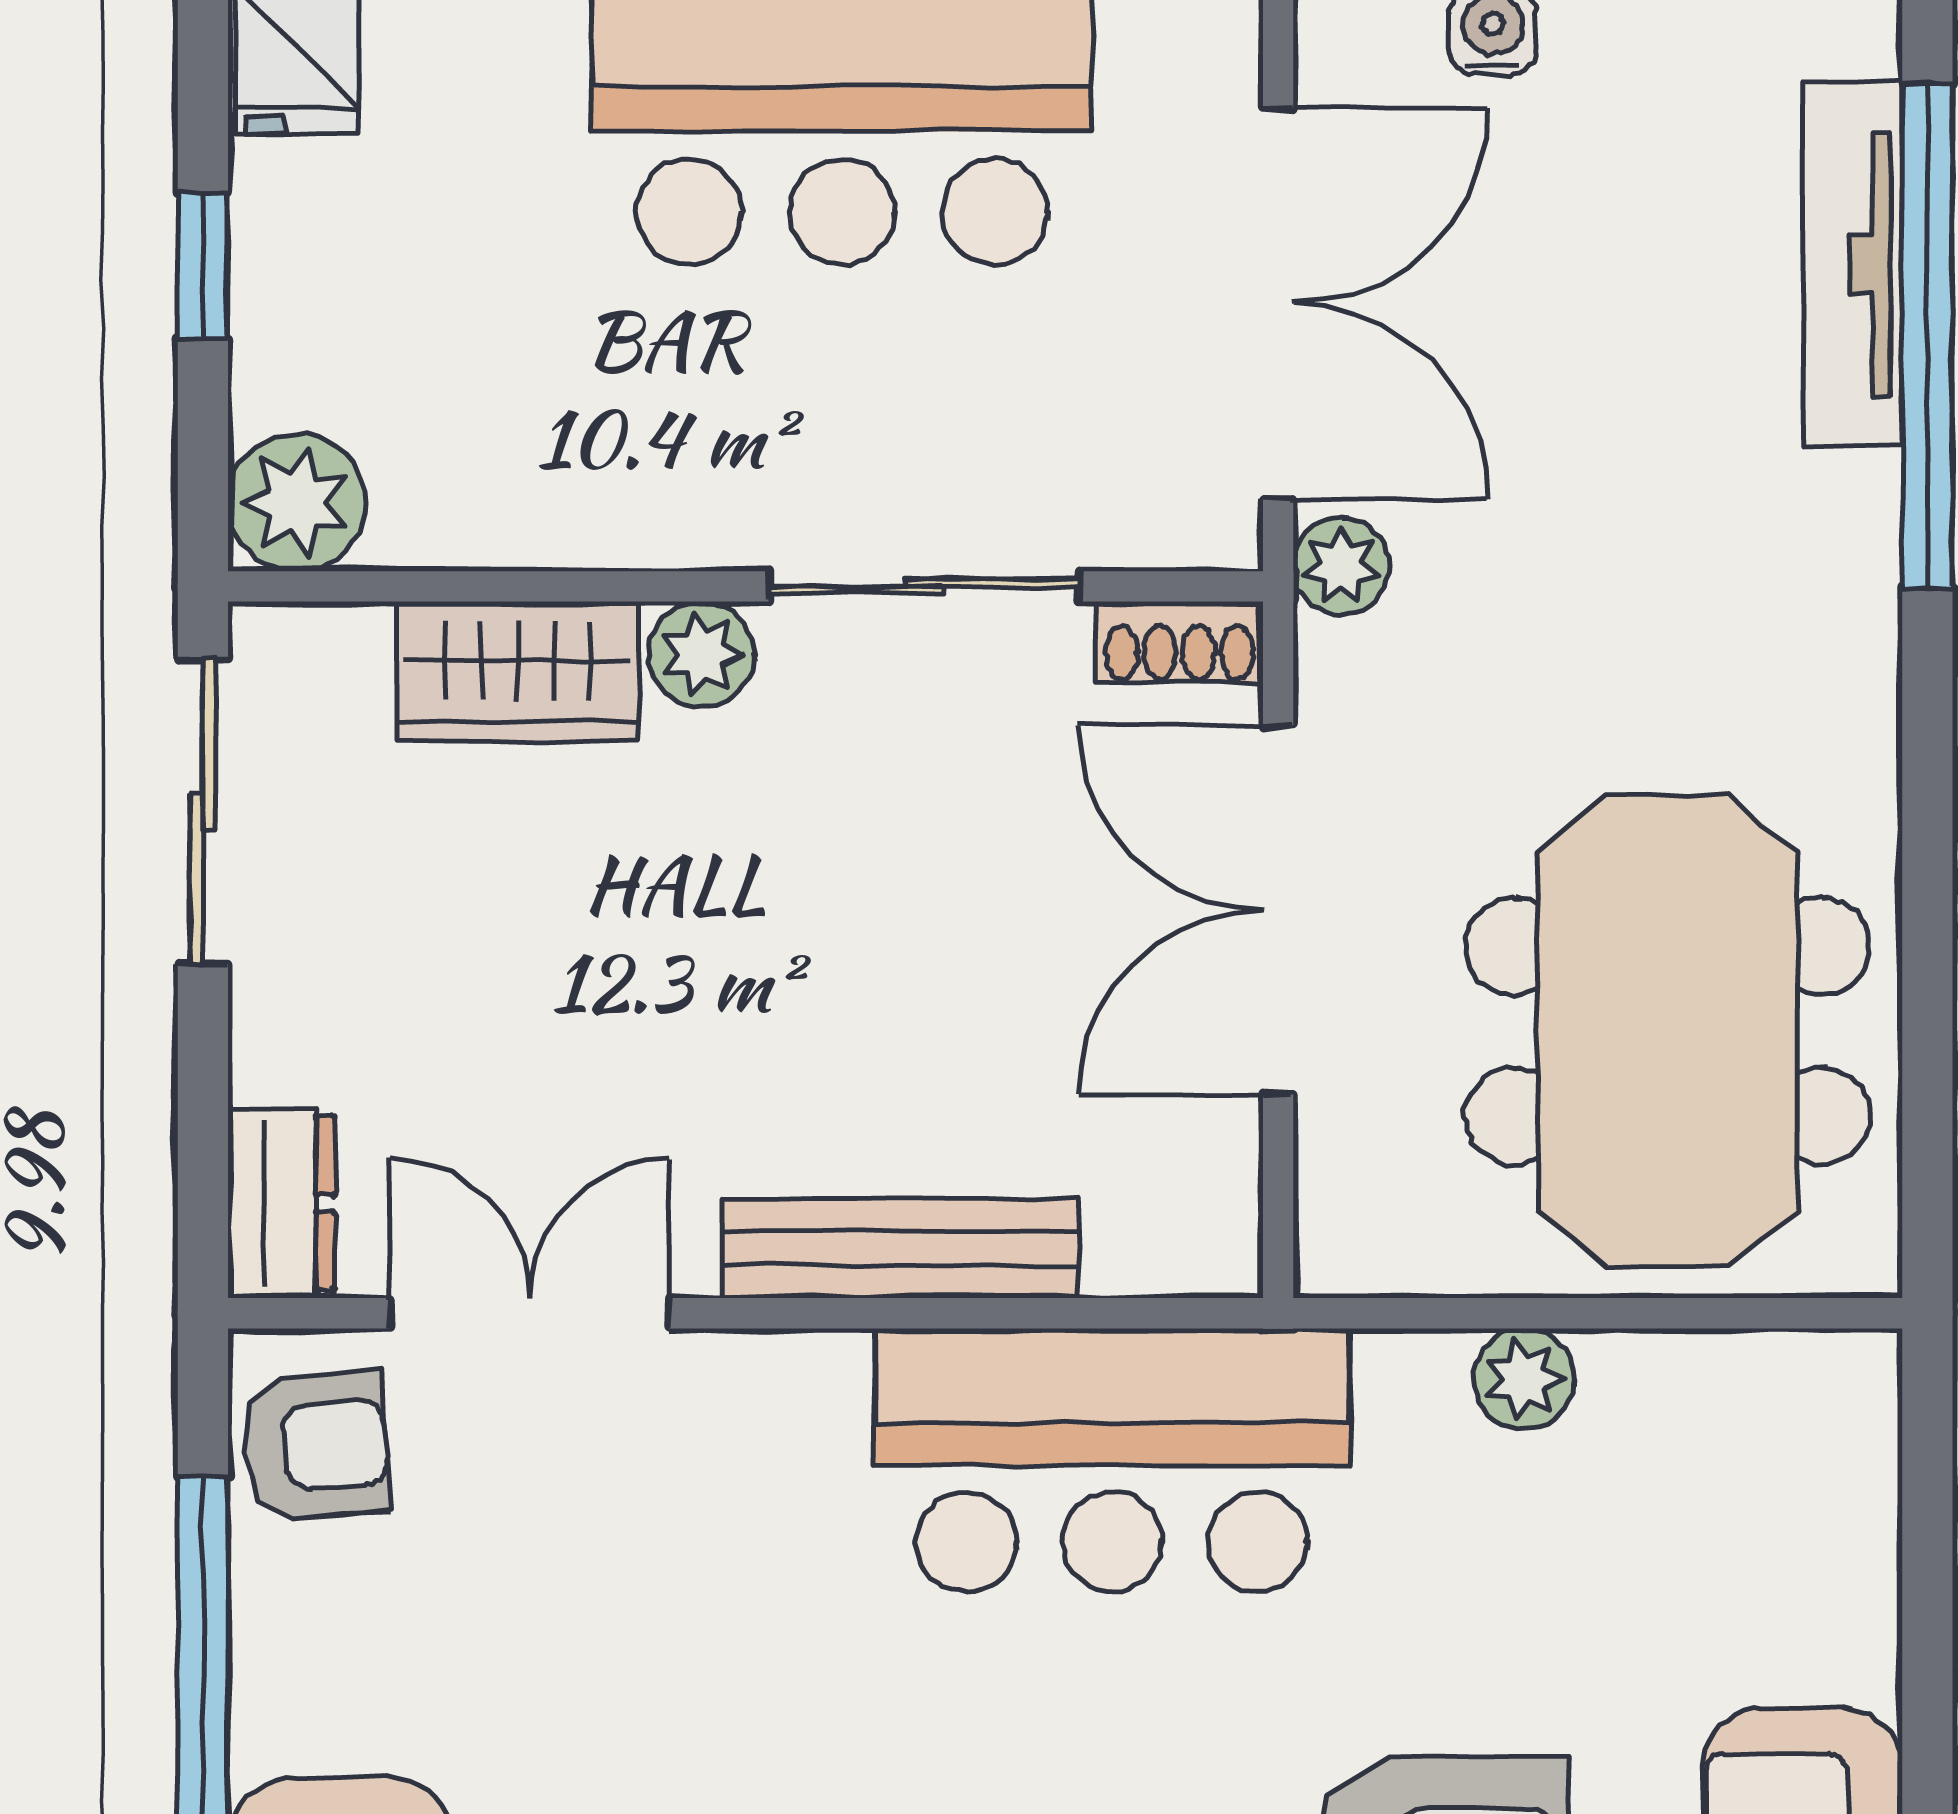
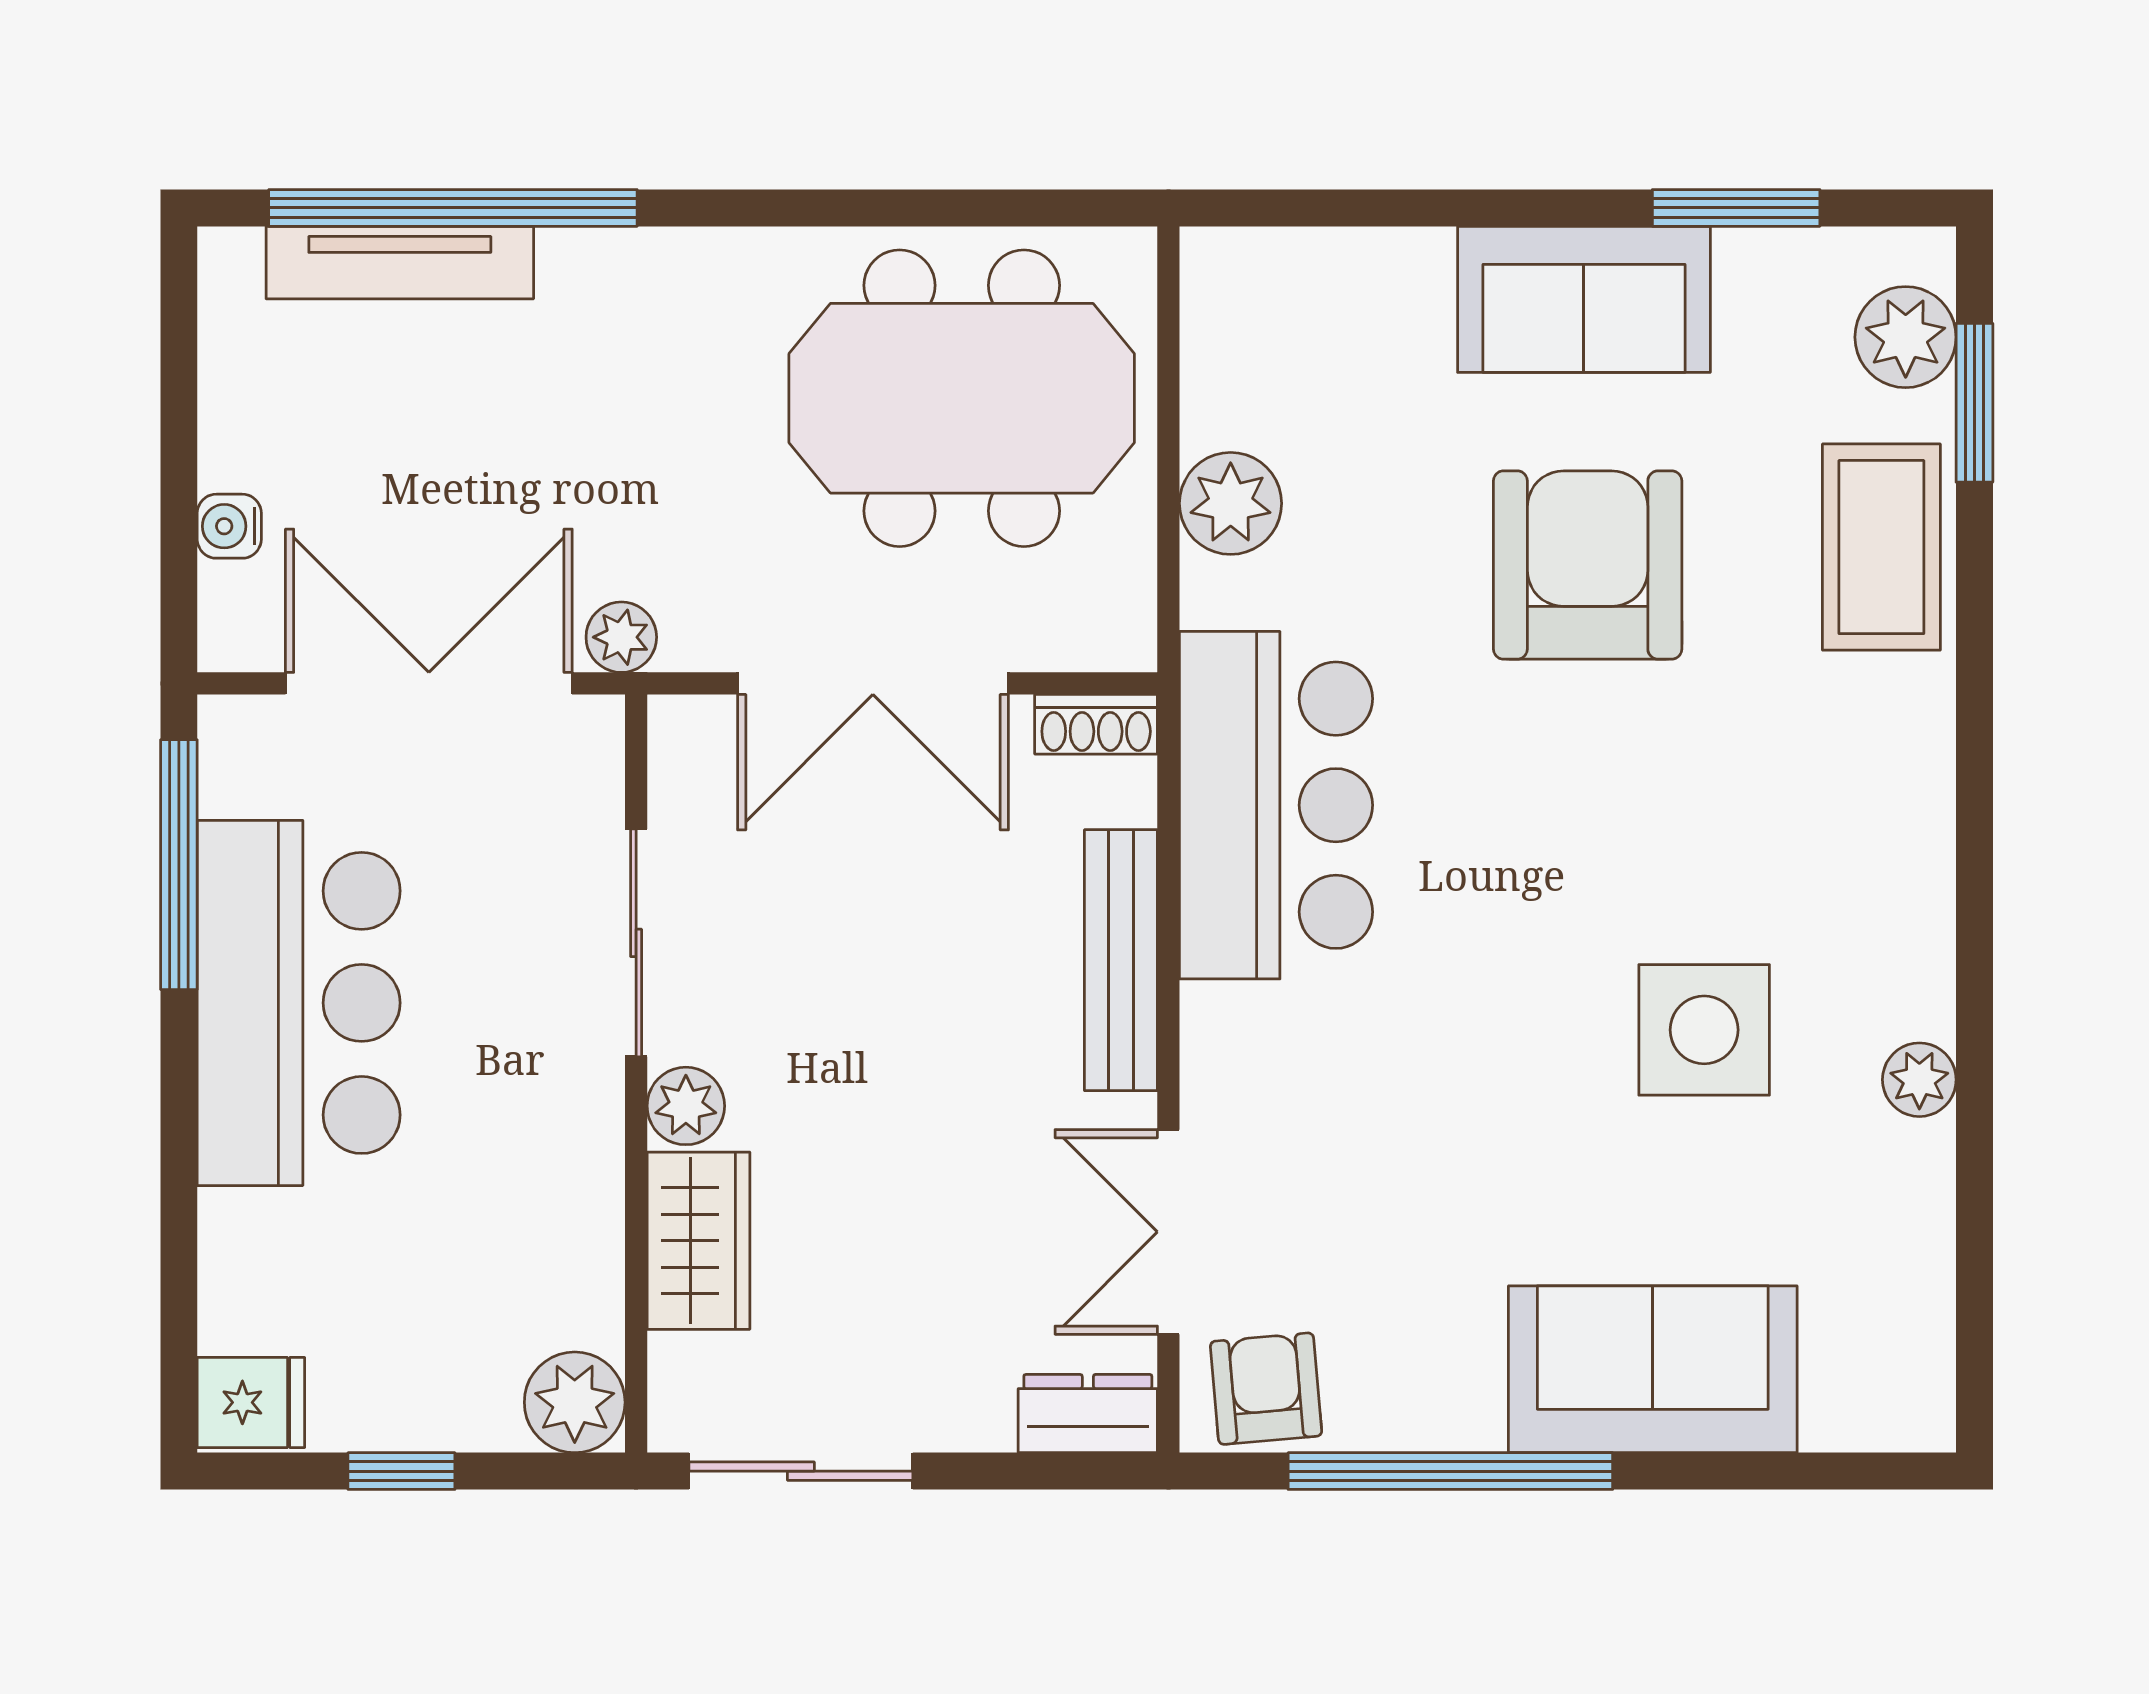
shoe rack: (1179, 642) -> (1096, 724), moved, turned 90
plant: (1524, 1379) -> (1231, 503), width x1.38, depth x1.38

